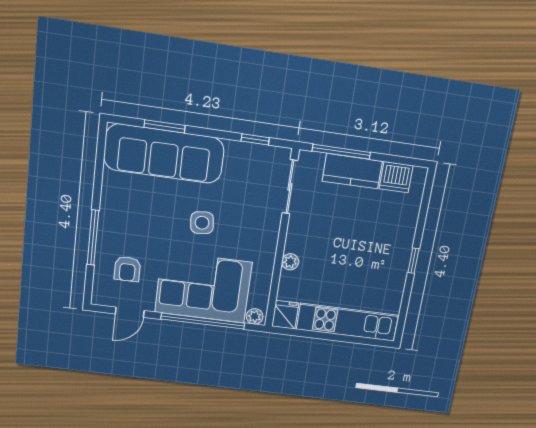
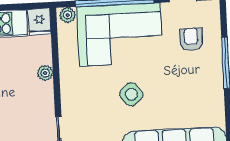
side table: (202, 223) -> (131, 94), turned -33

